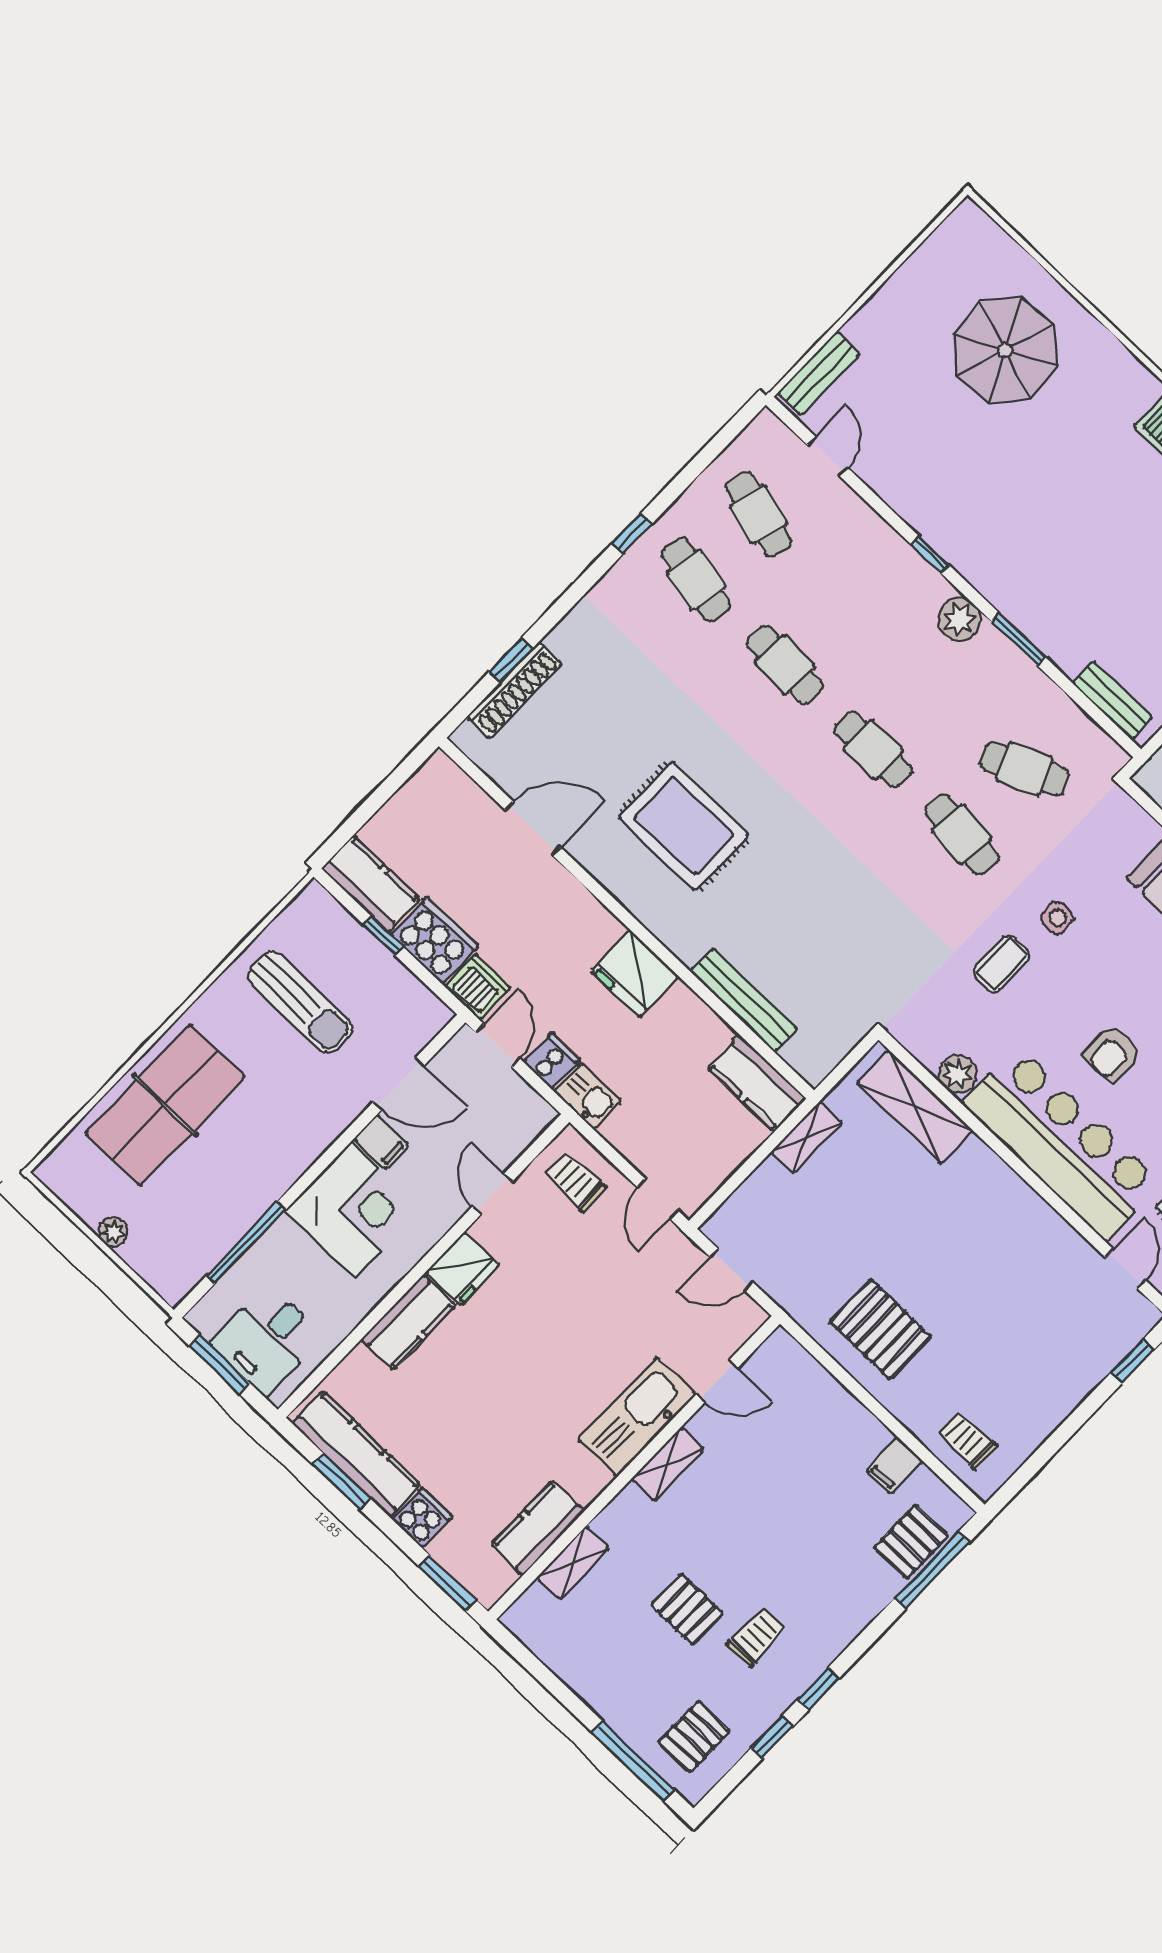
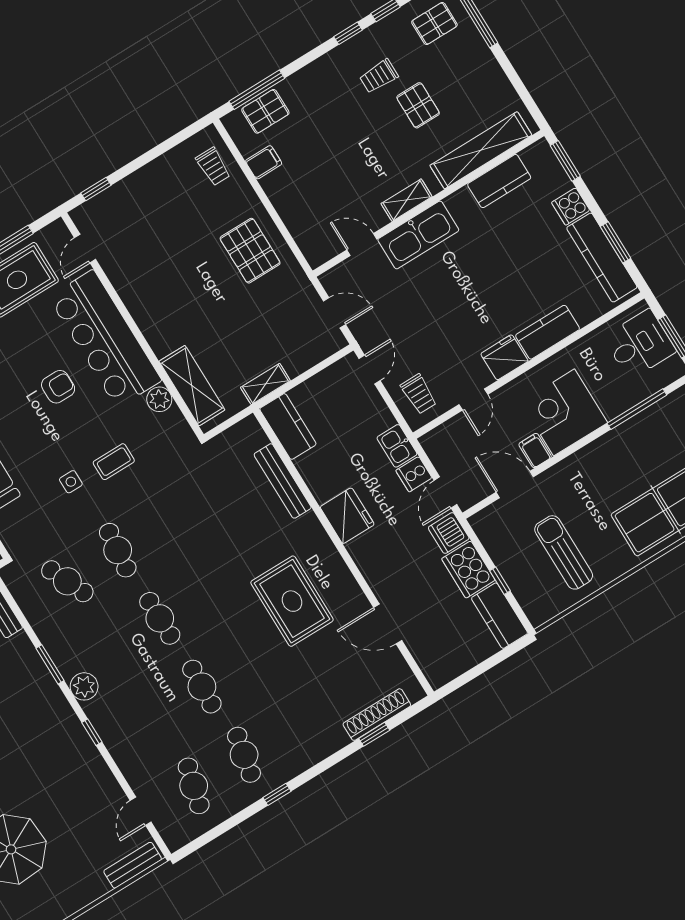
shelving: (573, 1563) -> (481, 150), width x2.20, depth x1.33

